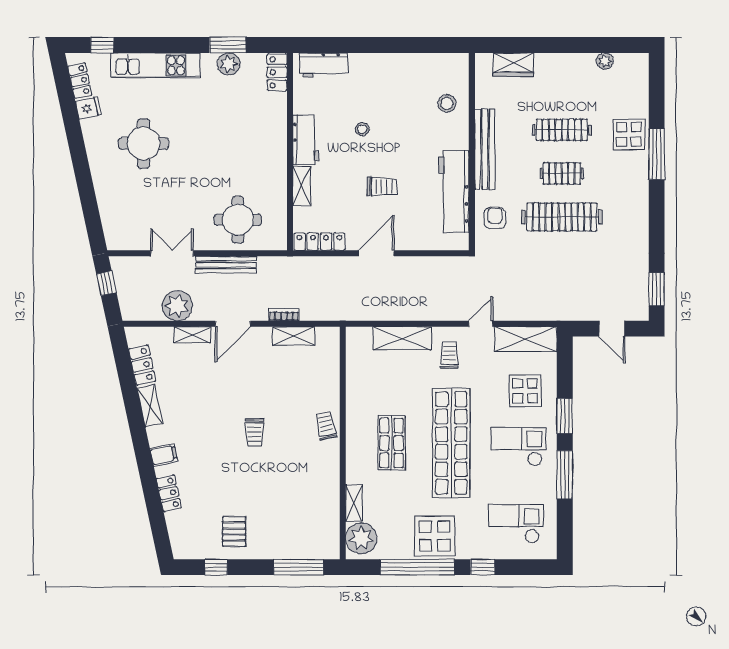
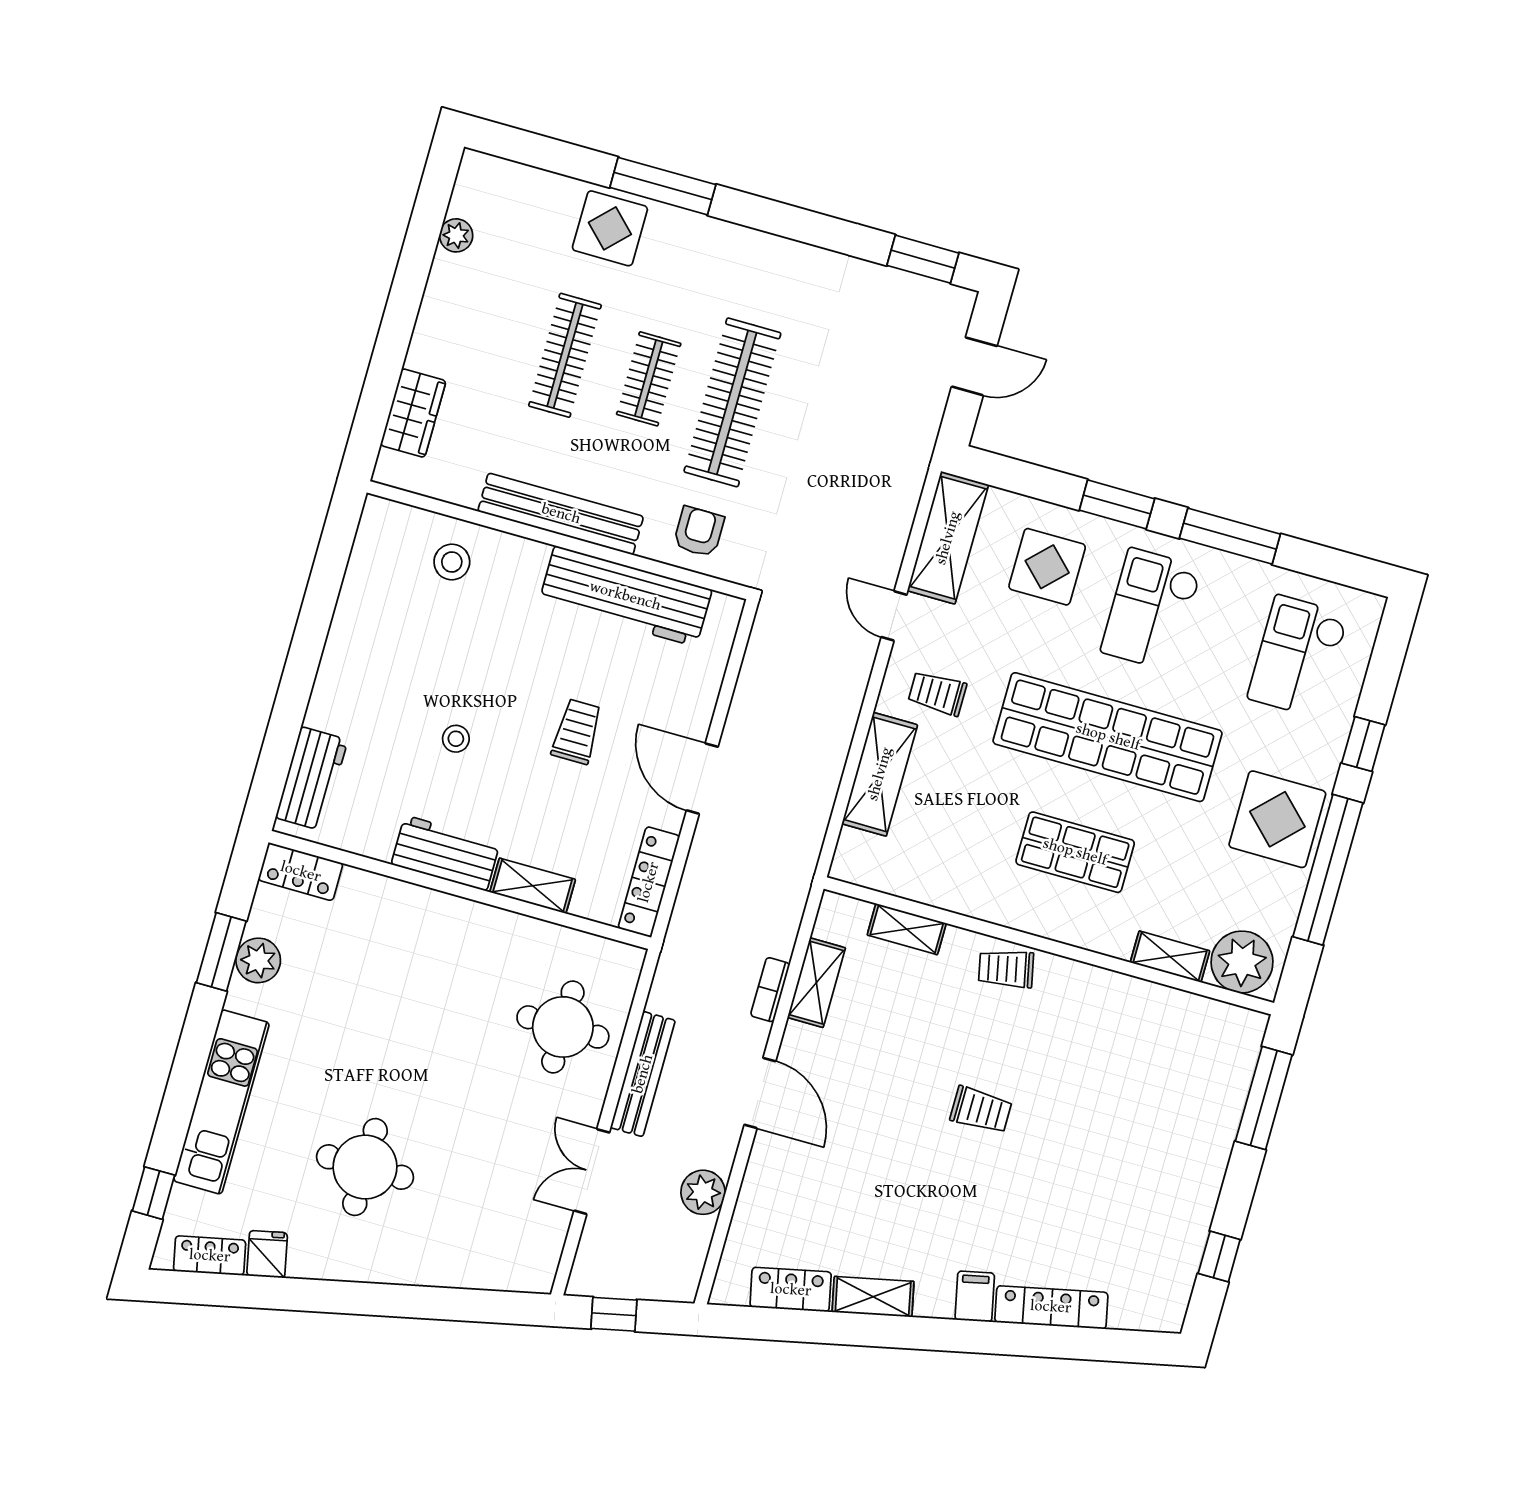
armchair: (495, 218) -> (699, 532), turned 90
plant: (177, 306) -> (703, 1192), width x0.73, depth x0.73
shelving: (192, 335) -> (907, 929), moved, turned 90
locker: (169, 493) -> (1051, 1307), width x1.53
pallet: (234, 531) -> (1160, 1203), removed

